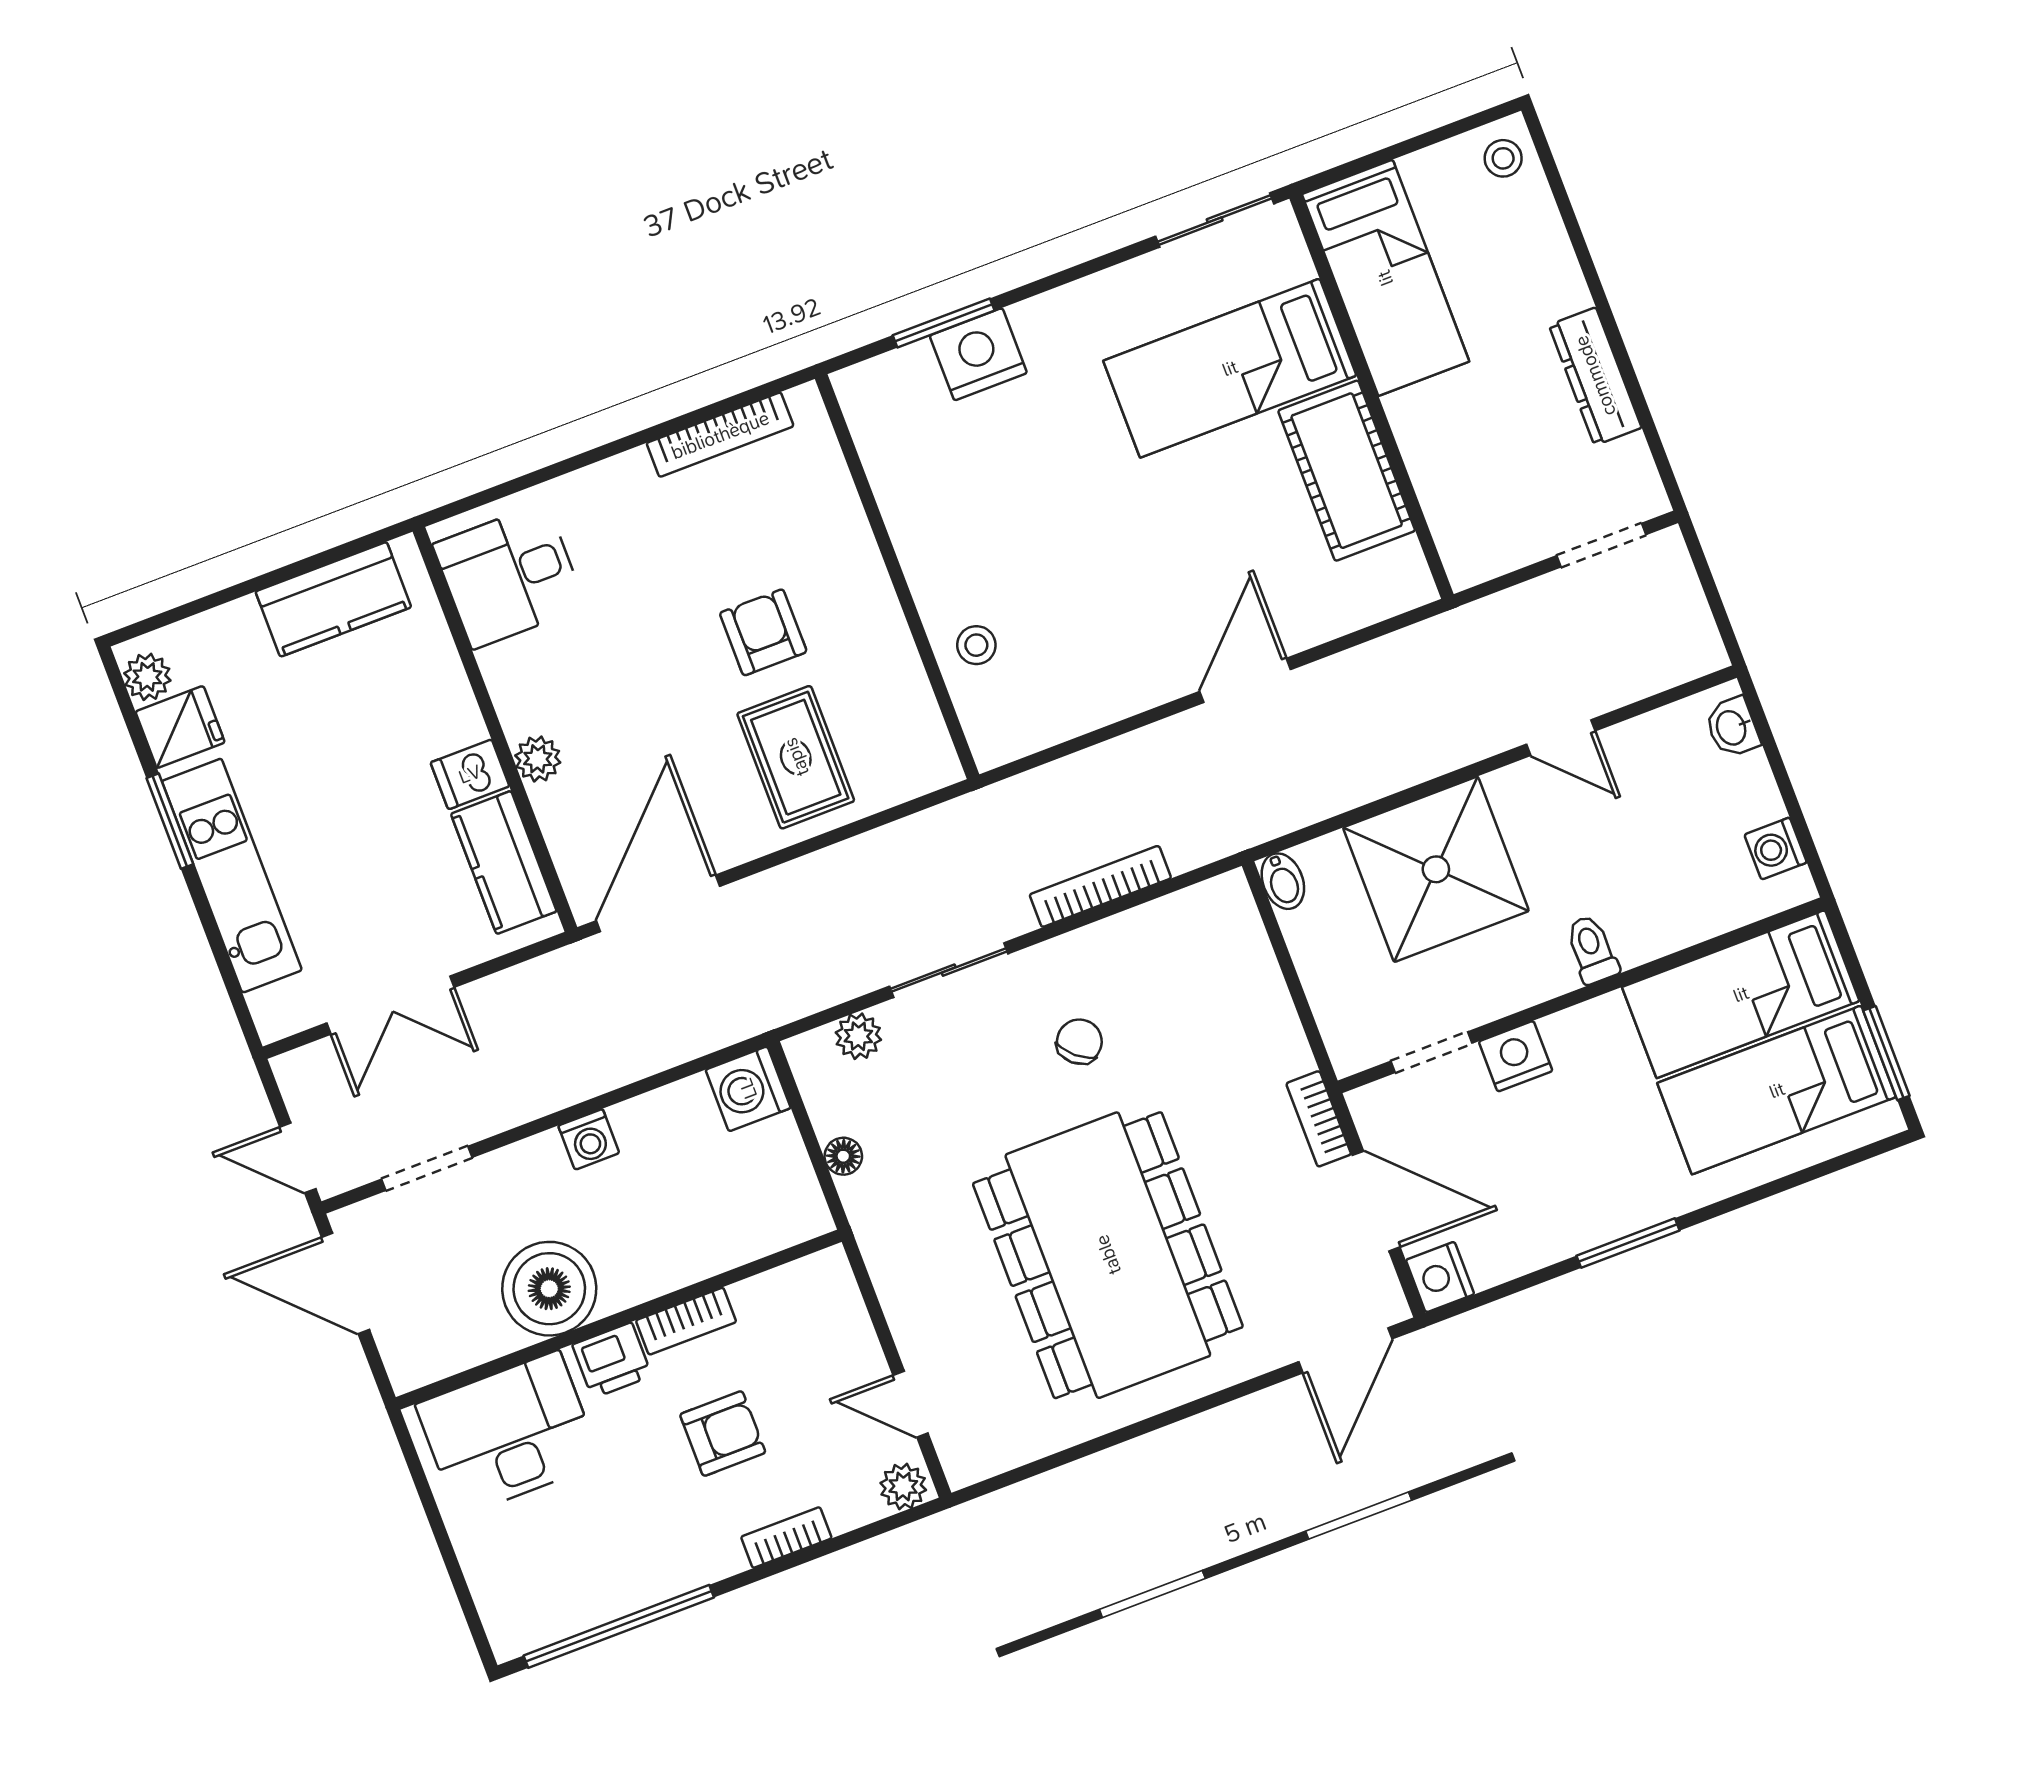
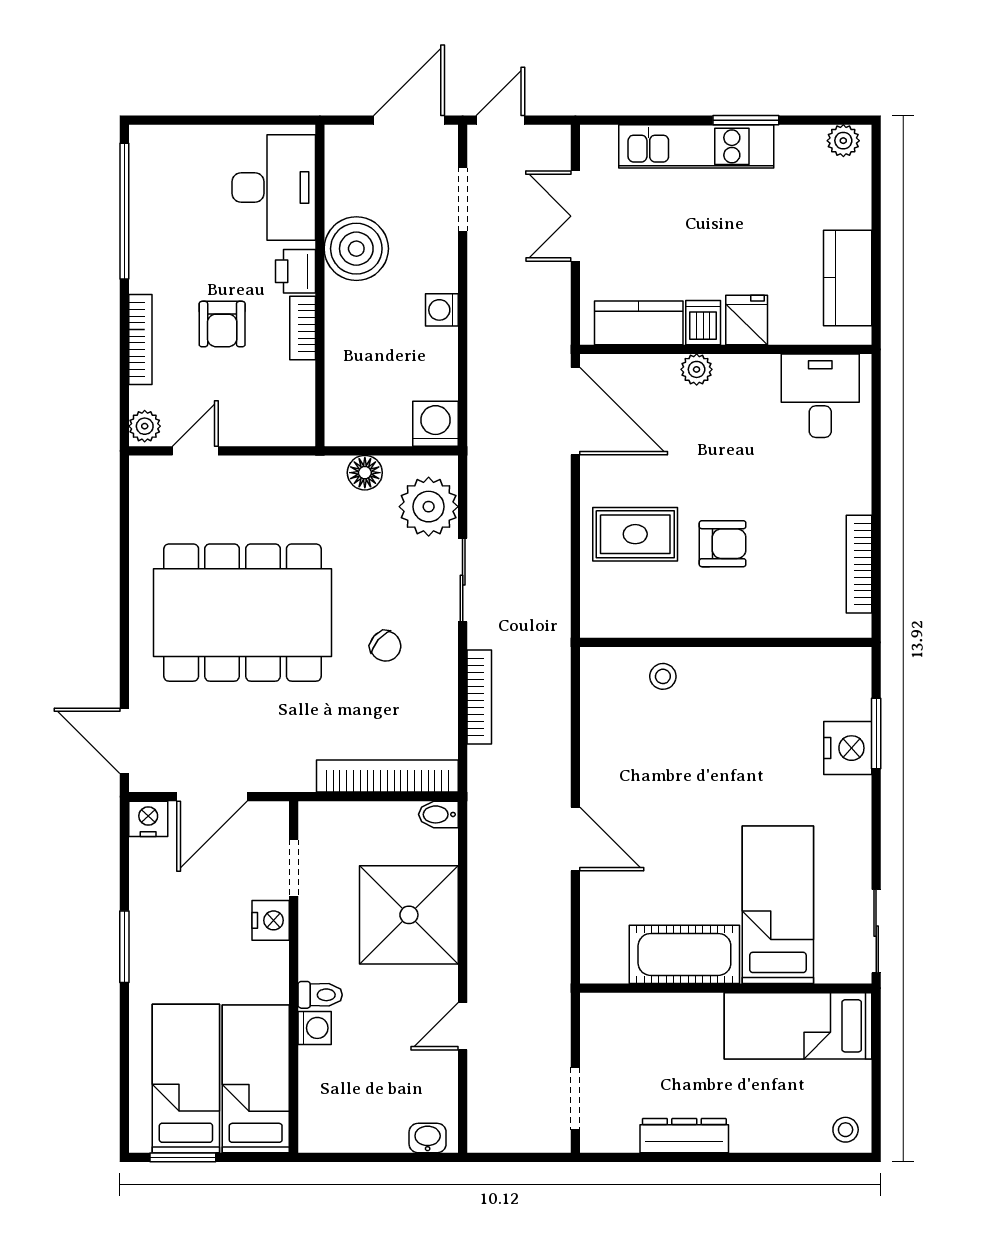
fridge: (180, 727) -> (747, 320), moved, turned 180
washing machine: (1776, 848) -> (315, 1028), moved, turned 90
plant: (858, 1036) -> (429, 507), width x1.87, depth x1.87
bookcase: (1319, 1119) -> (387, 776), moved, width x2.31, depth x1.31
floor lamp: (843, 1156) -> (365, 473), width x1.37, depth x1.37
bookcase: (786, 1538) -> (140, 339), width x1.56

